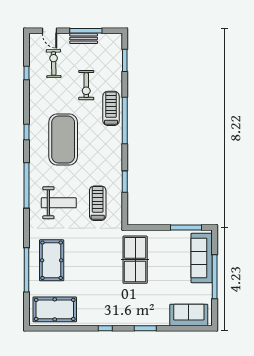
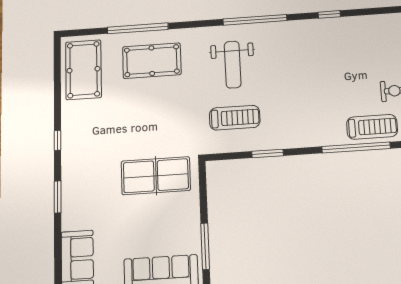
exercise mat: (63, 140) -> (322, 64), removed

